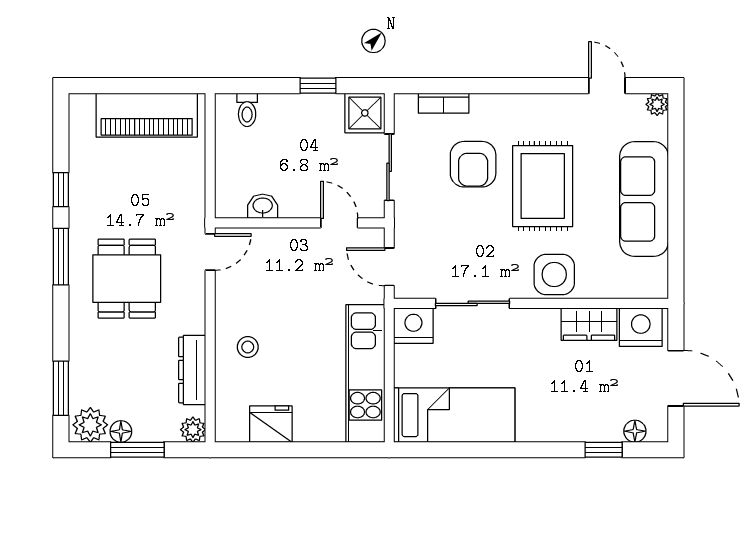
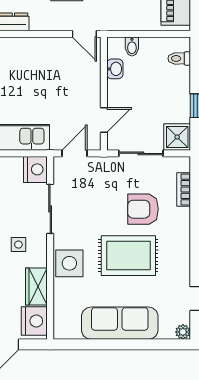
bidet: (229, 181) -> (132, 46), added
stool: (248, 347) -> (21, 59), removed
side table: (526, 351) -> (18, 245), added

